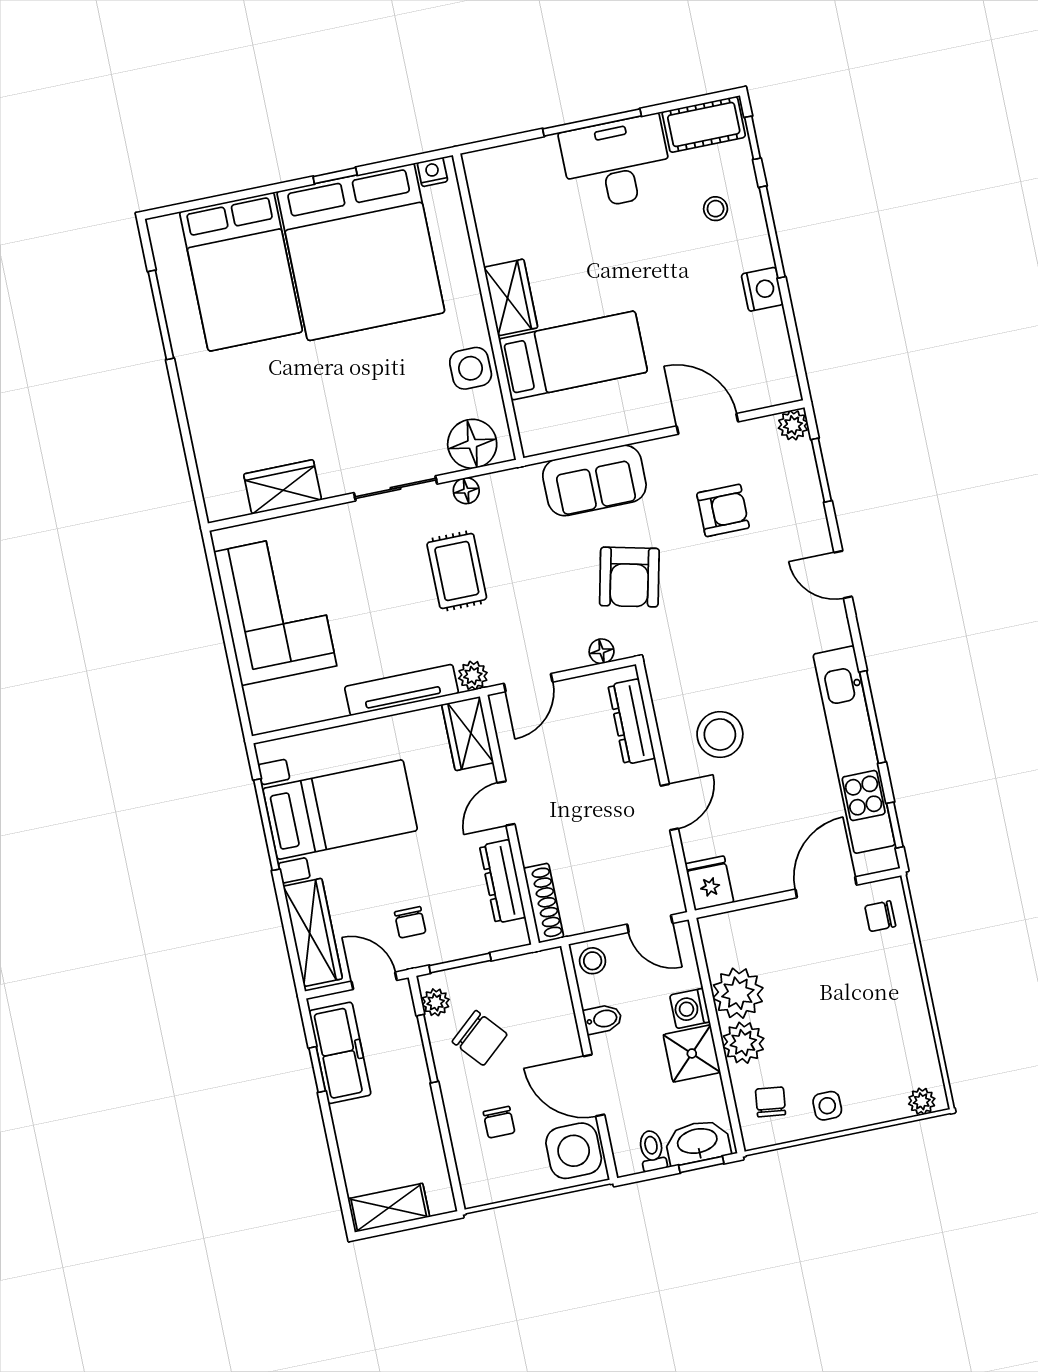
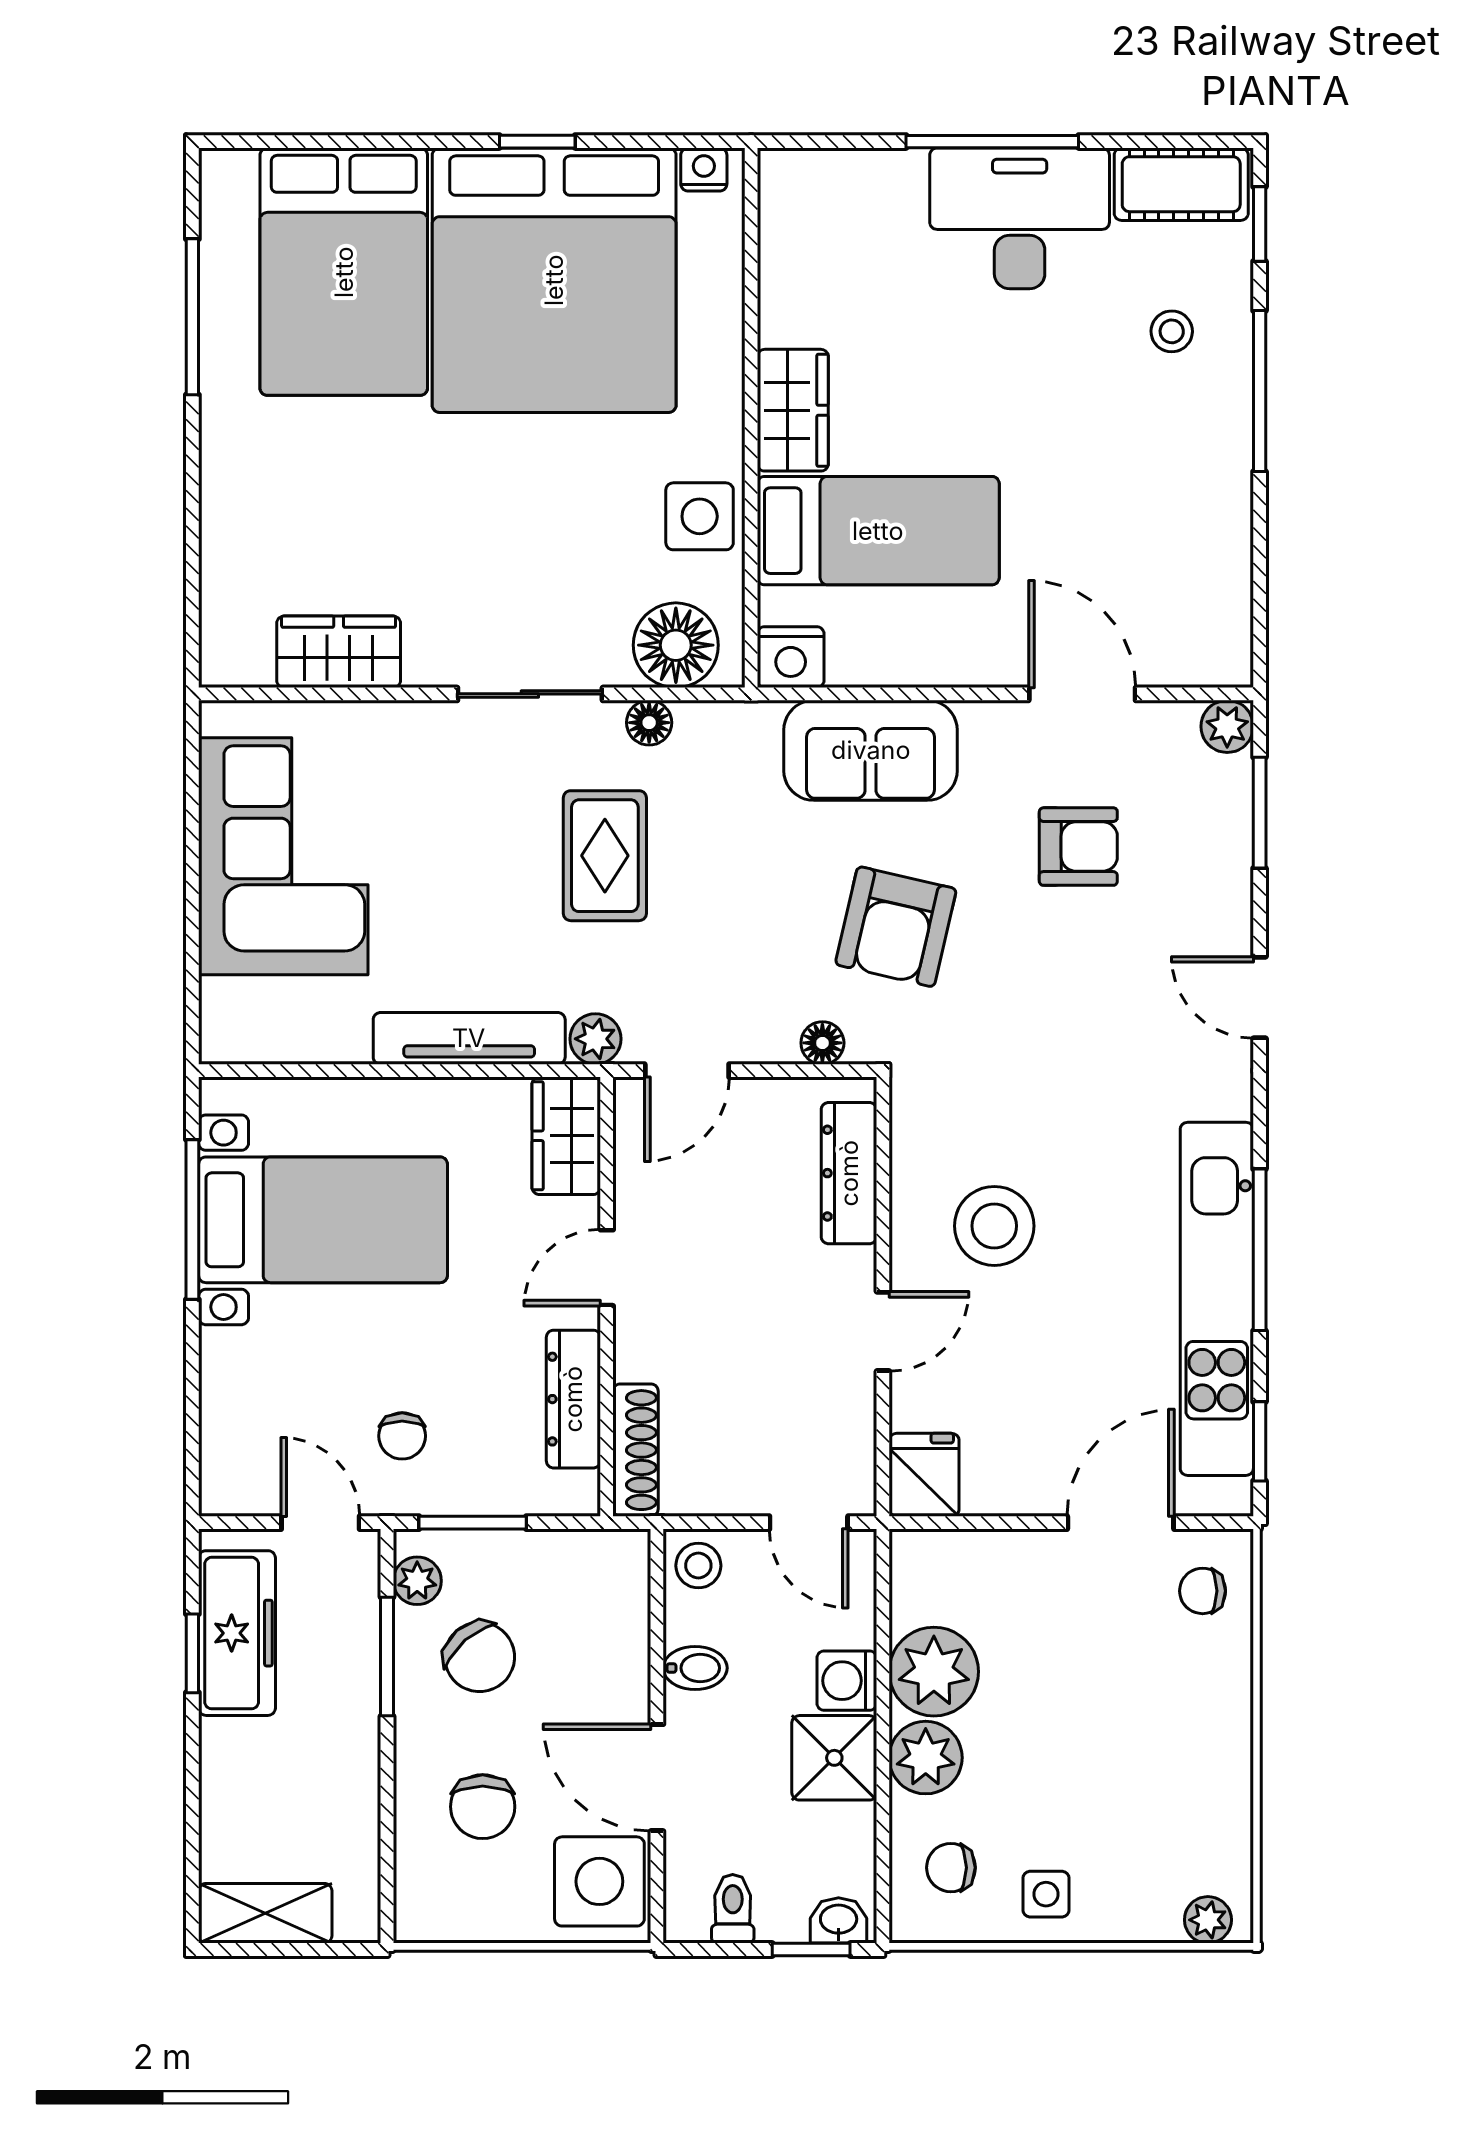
nightstand: (762, 289) -> (791, 657), moved, turned 90
wardrobe: (313, 932) -> (233, 1419), removed
chair: (771, 1102) -> (951, 1868), turned -97
chair: (499, 1122) -> (483, 1807), width x1.37, depth x1.37
washbasin: (697, 1142) -> (839, 1920), width x0.52, depth x0.69

